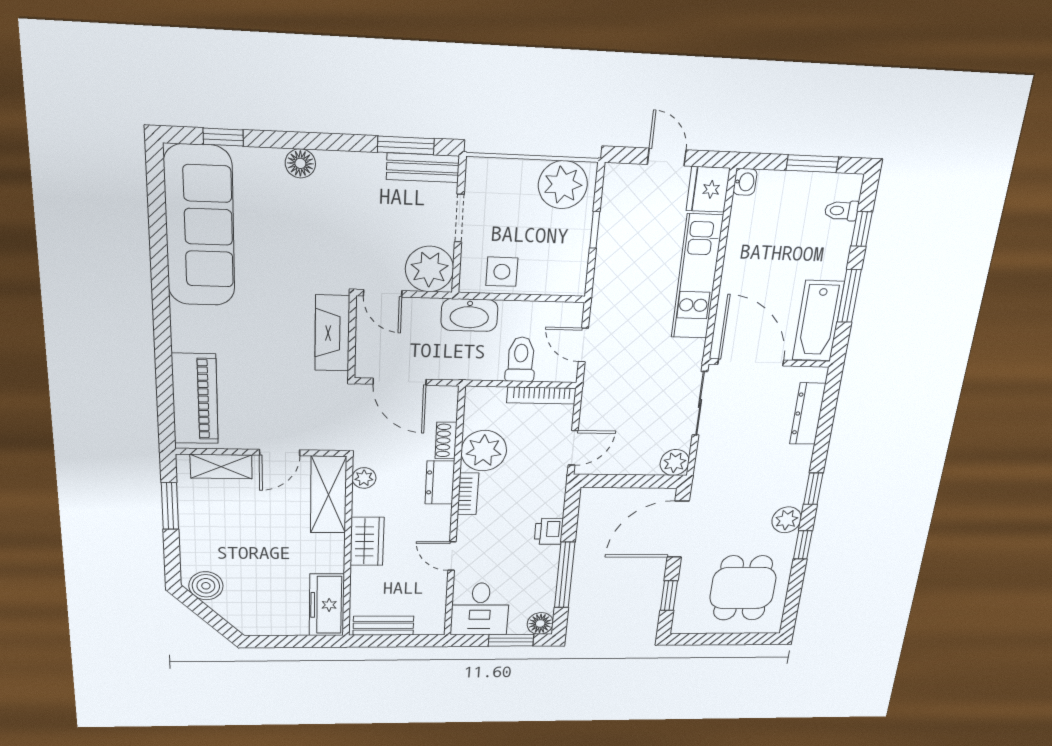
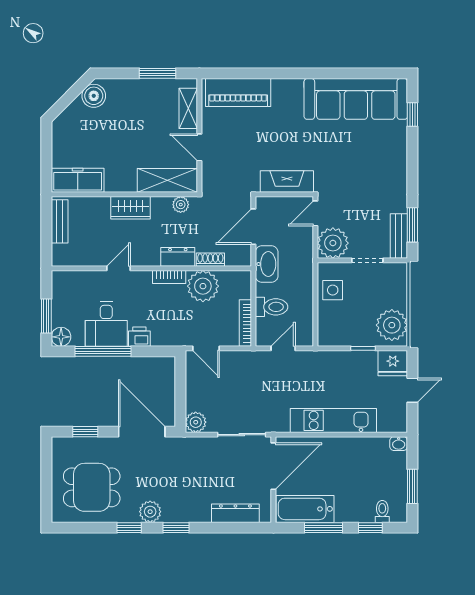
floor lamp: (300, 163) -> (398, 161), removed
fridge: (708, 189) -> (393, 363), moved, turned 180
washbasin: (469, 315) -> (267, 264), moved, turned 180
desk: (480, 609) -> (106, 324), moved, turned -90

